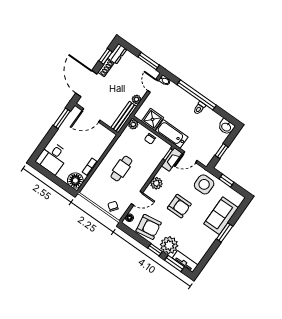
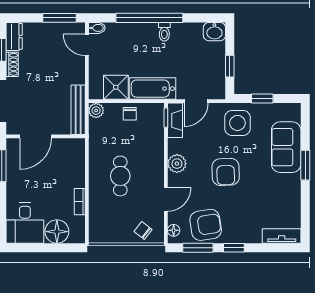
plant: (136, 99) -> (78, 76), removed
floor lamp: (75, 180) -> (57, 232), moved
armchair: (179, 206) -> (226, 172), turned 88
plant: (169, 245) -> (247, 230), removed
window: (175, 263) -> (198, 248), moved

